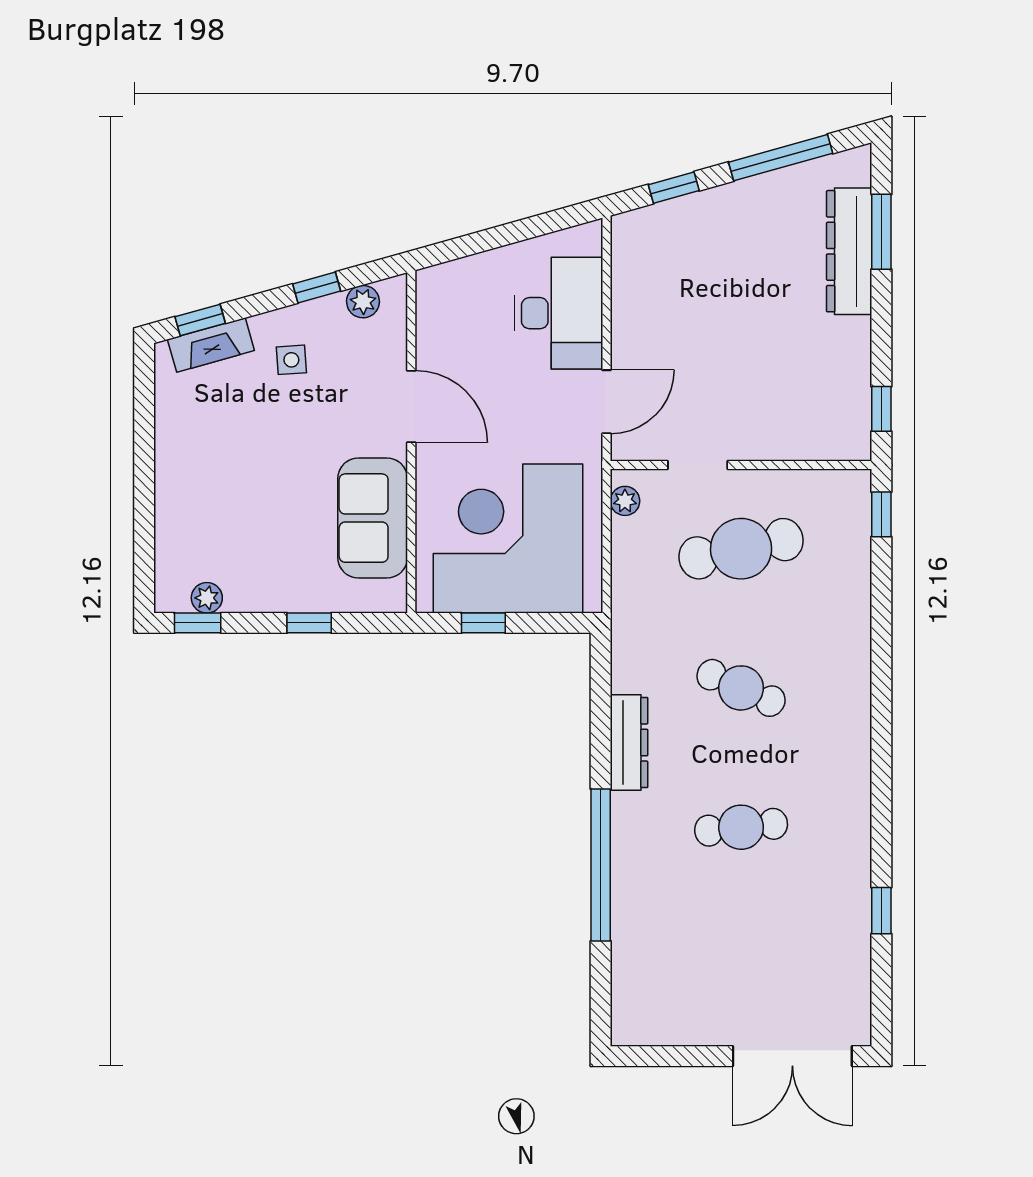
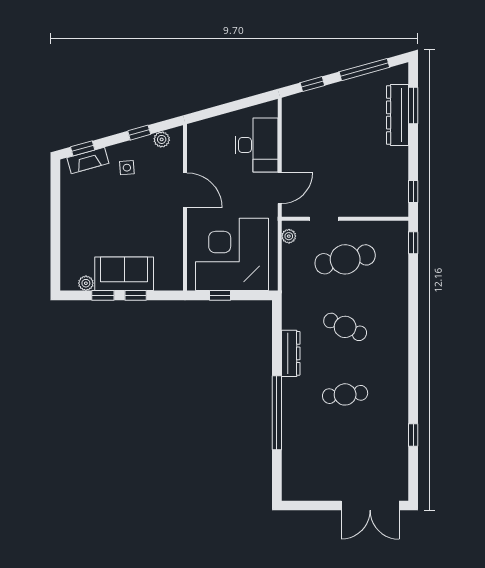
sofa: (373, 518) -> (124, 274), moved, turned 90
window: (198, 623) -> (103, 295), moved

